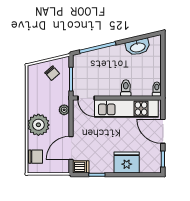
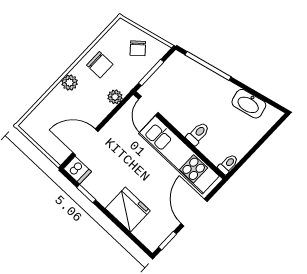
plant: (38, 125) -> (70, 83), width x0.53, depth x0.53
chair: (36, 157) -> (100, 65), moved

